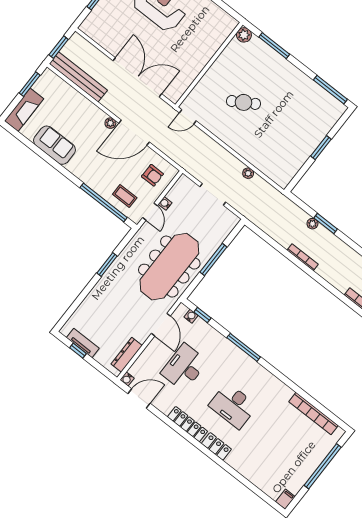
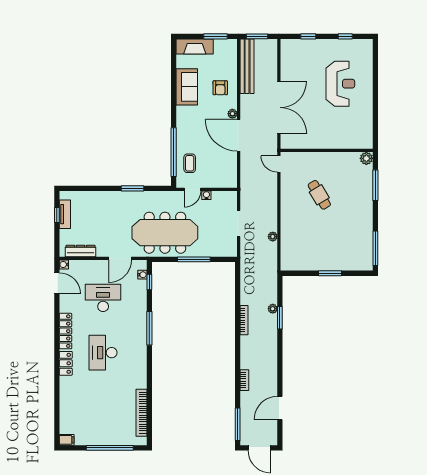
armchair: (152, 175) -> (220, 88), moved

